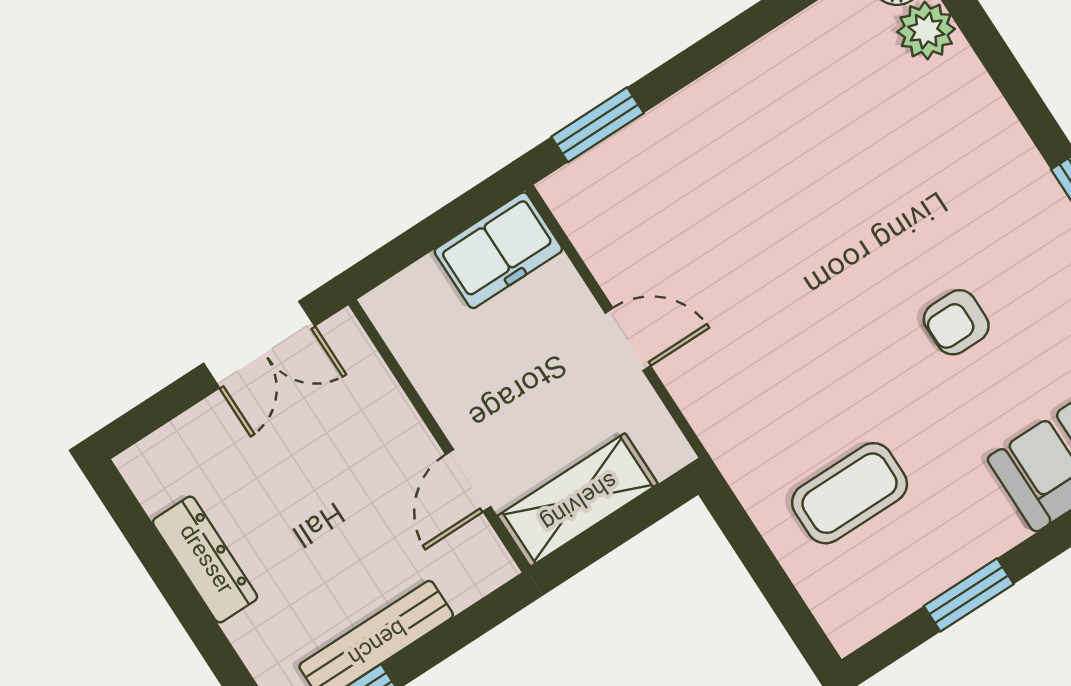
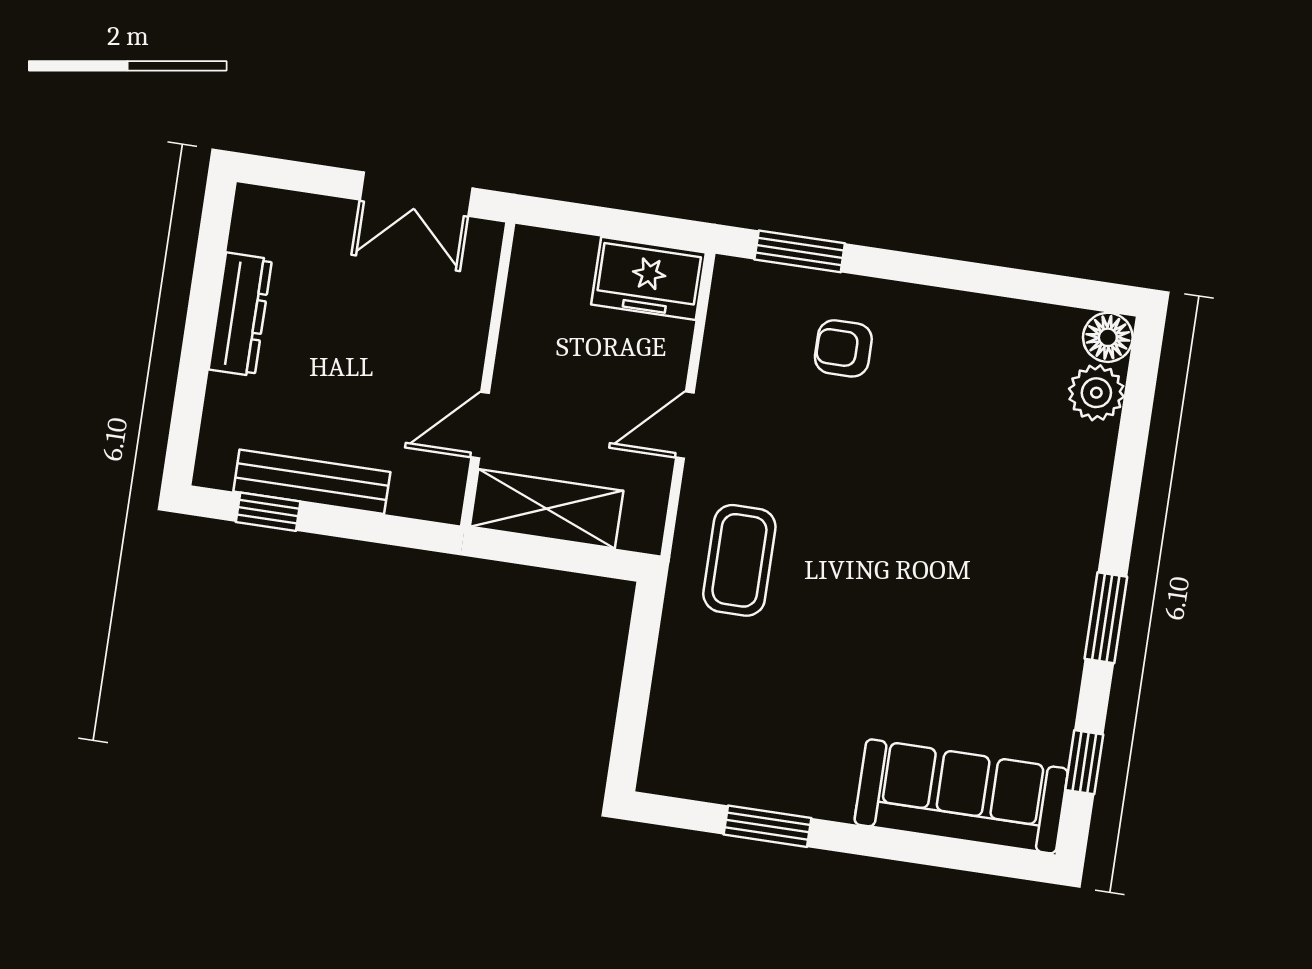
armchair: (956, 322) -> (843, 348), moved
door: (628, 339) -> (685, 425), swing flipped
coffee table: (850, 493) -> (739, 560), moved, turned 90

